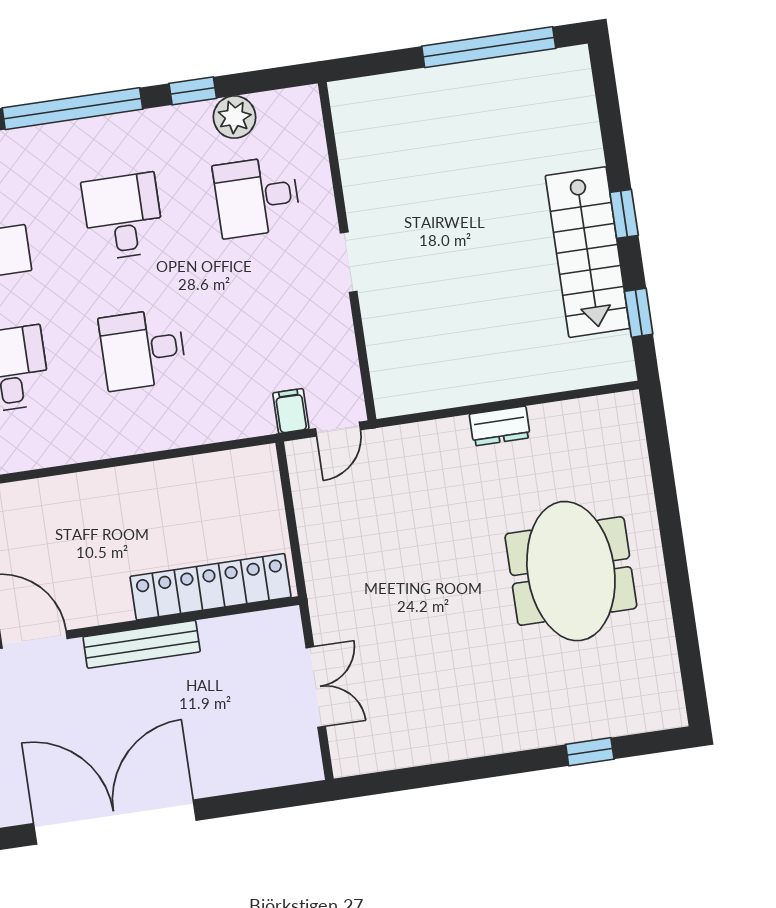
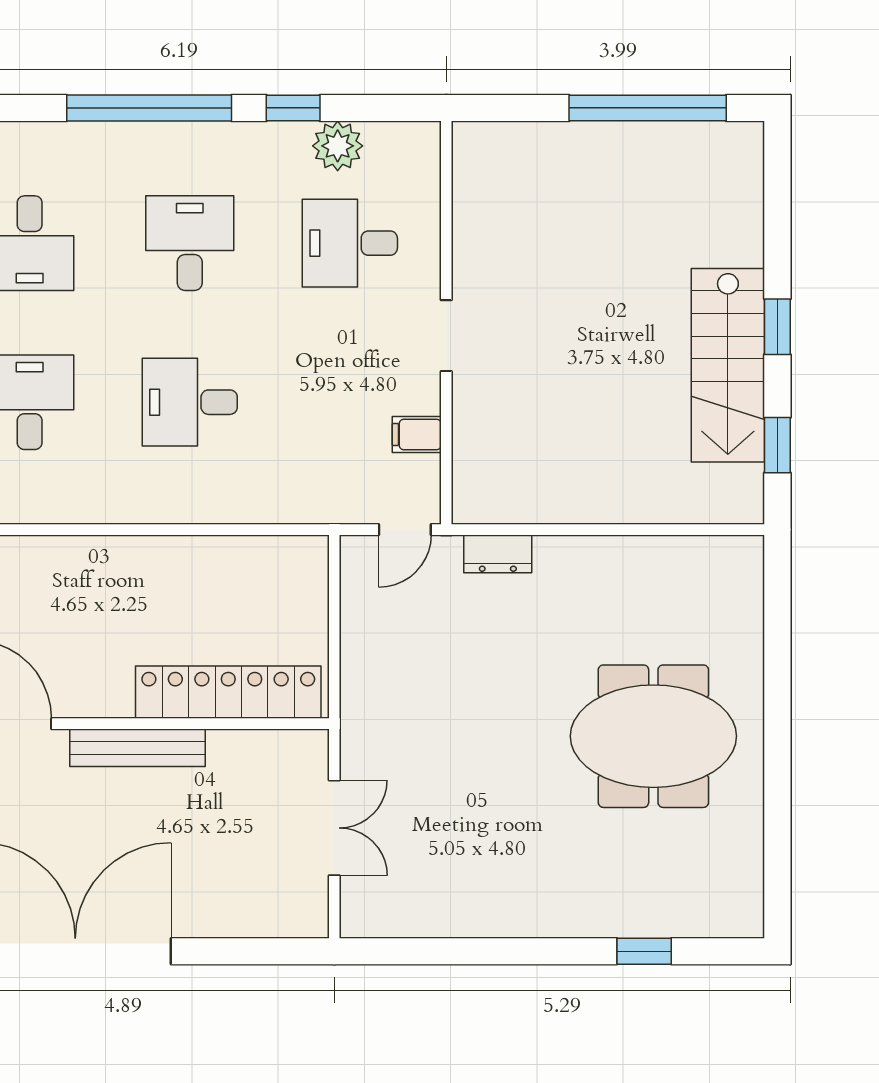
filing cabinet: (291, 411) -> (417, 434), moved, turned -90
dresser: (500, 426) -> (498, 554), moved
meeting table: (571, 571) -> (653, 736), turned 90

